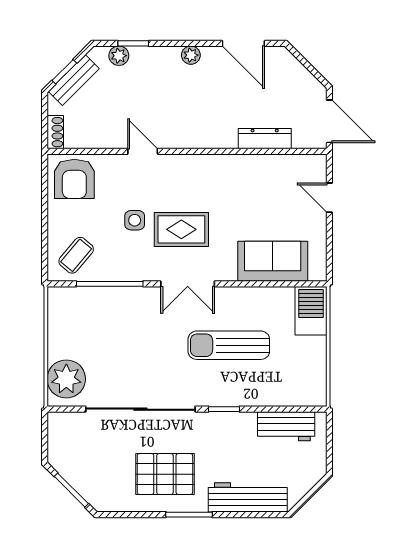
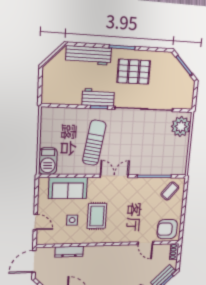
door: (329, 121) -> (34, 261), hinge flipped
door: (143, 151) -> (146, 243), moved
armchair: (74, 179) -> (167, 229), turned -90
side table: (135, 220) -> (72, 220), moved
rug: (181, 229) -> (97, 216), moved, turned 90
sun lounger: (229, 345) -> (94, 143), turned -81
workbench: (286, 426) -> (98, 97), moved

